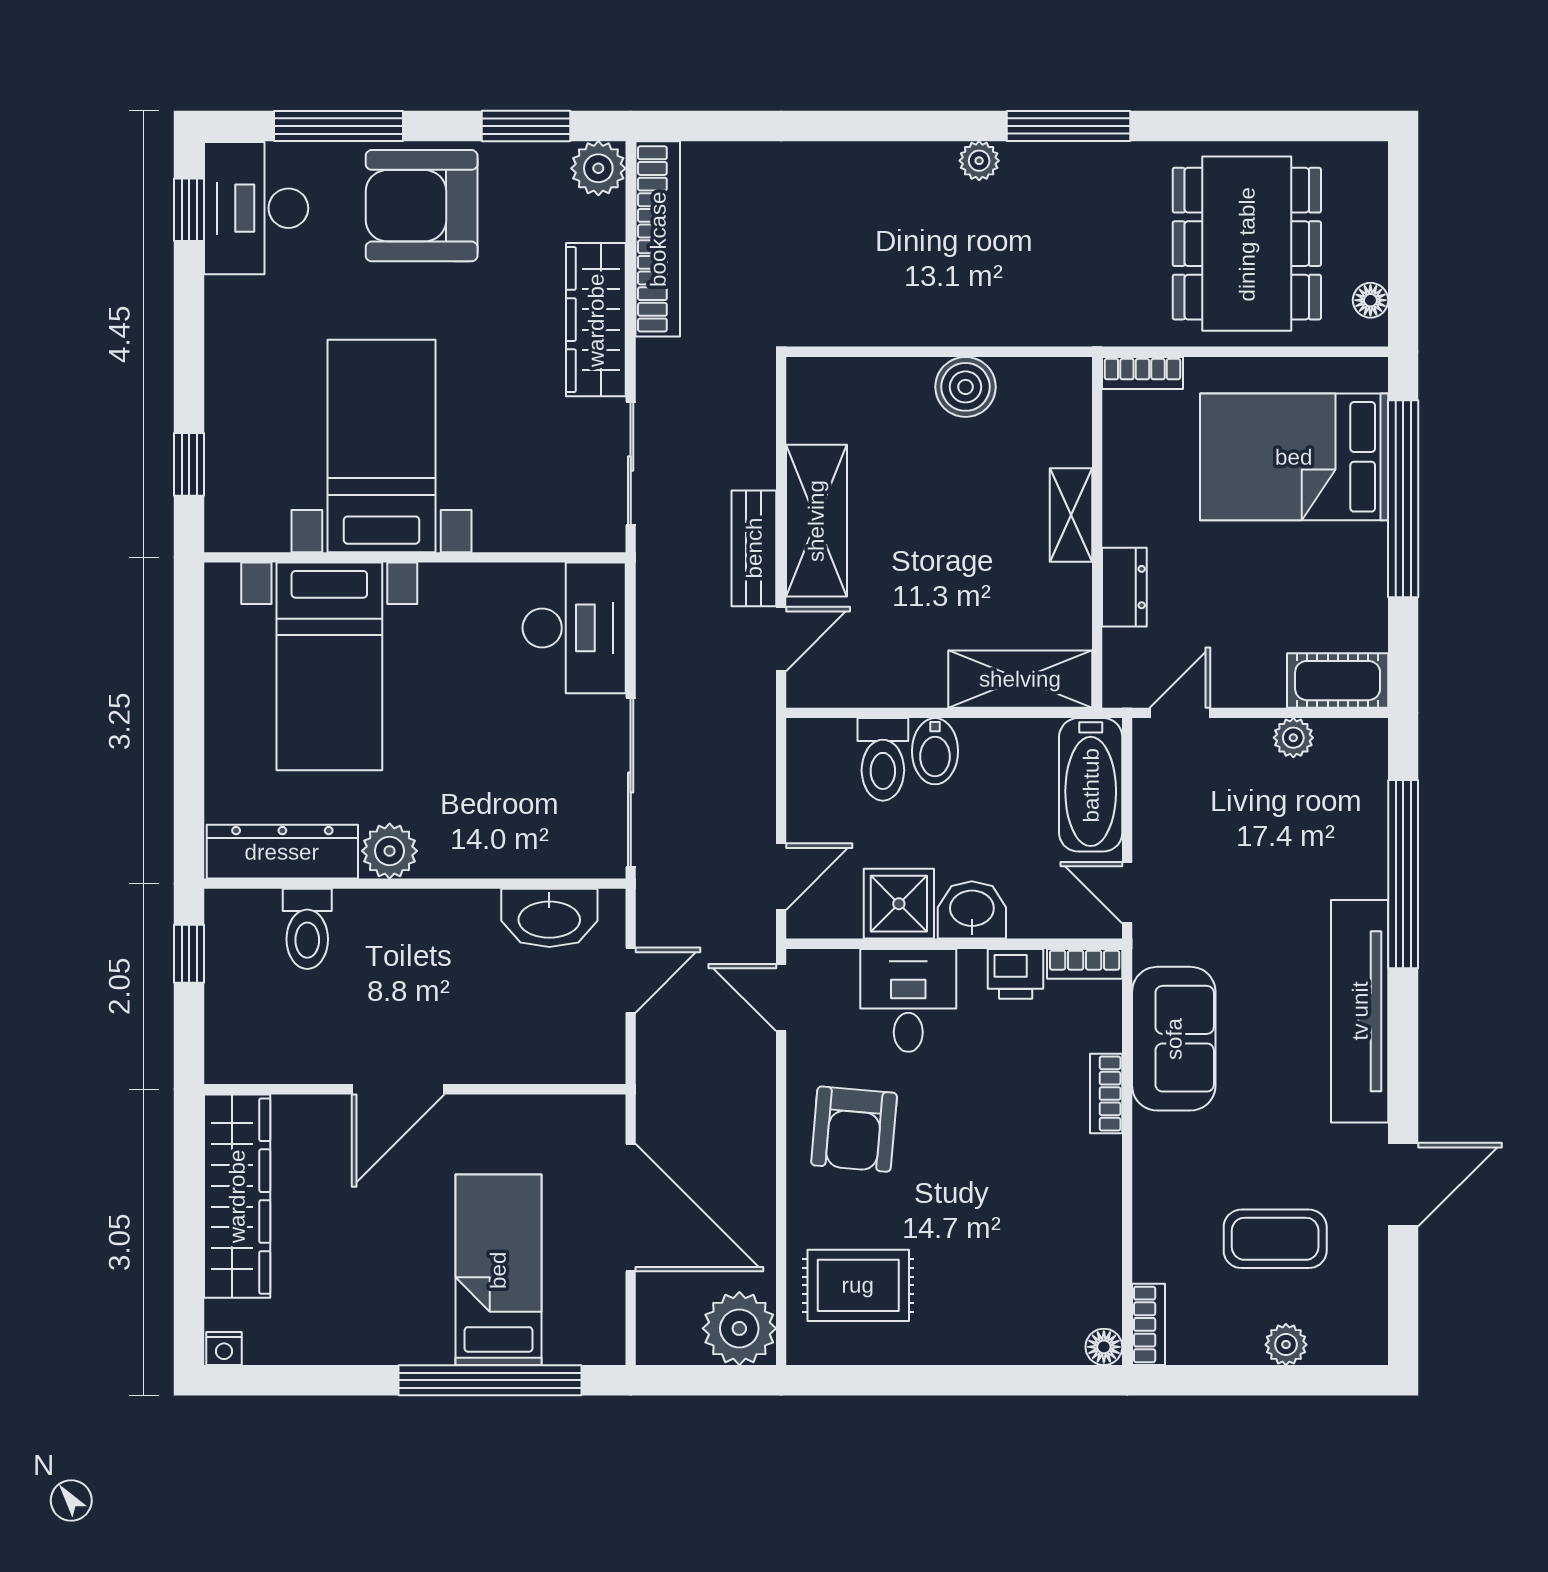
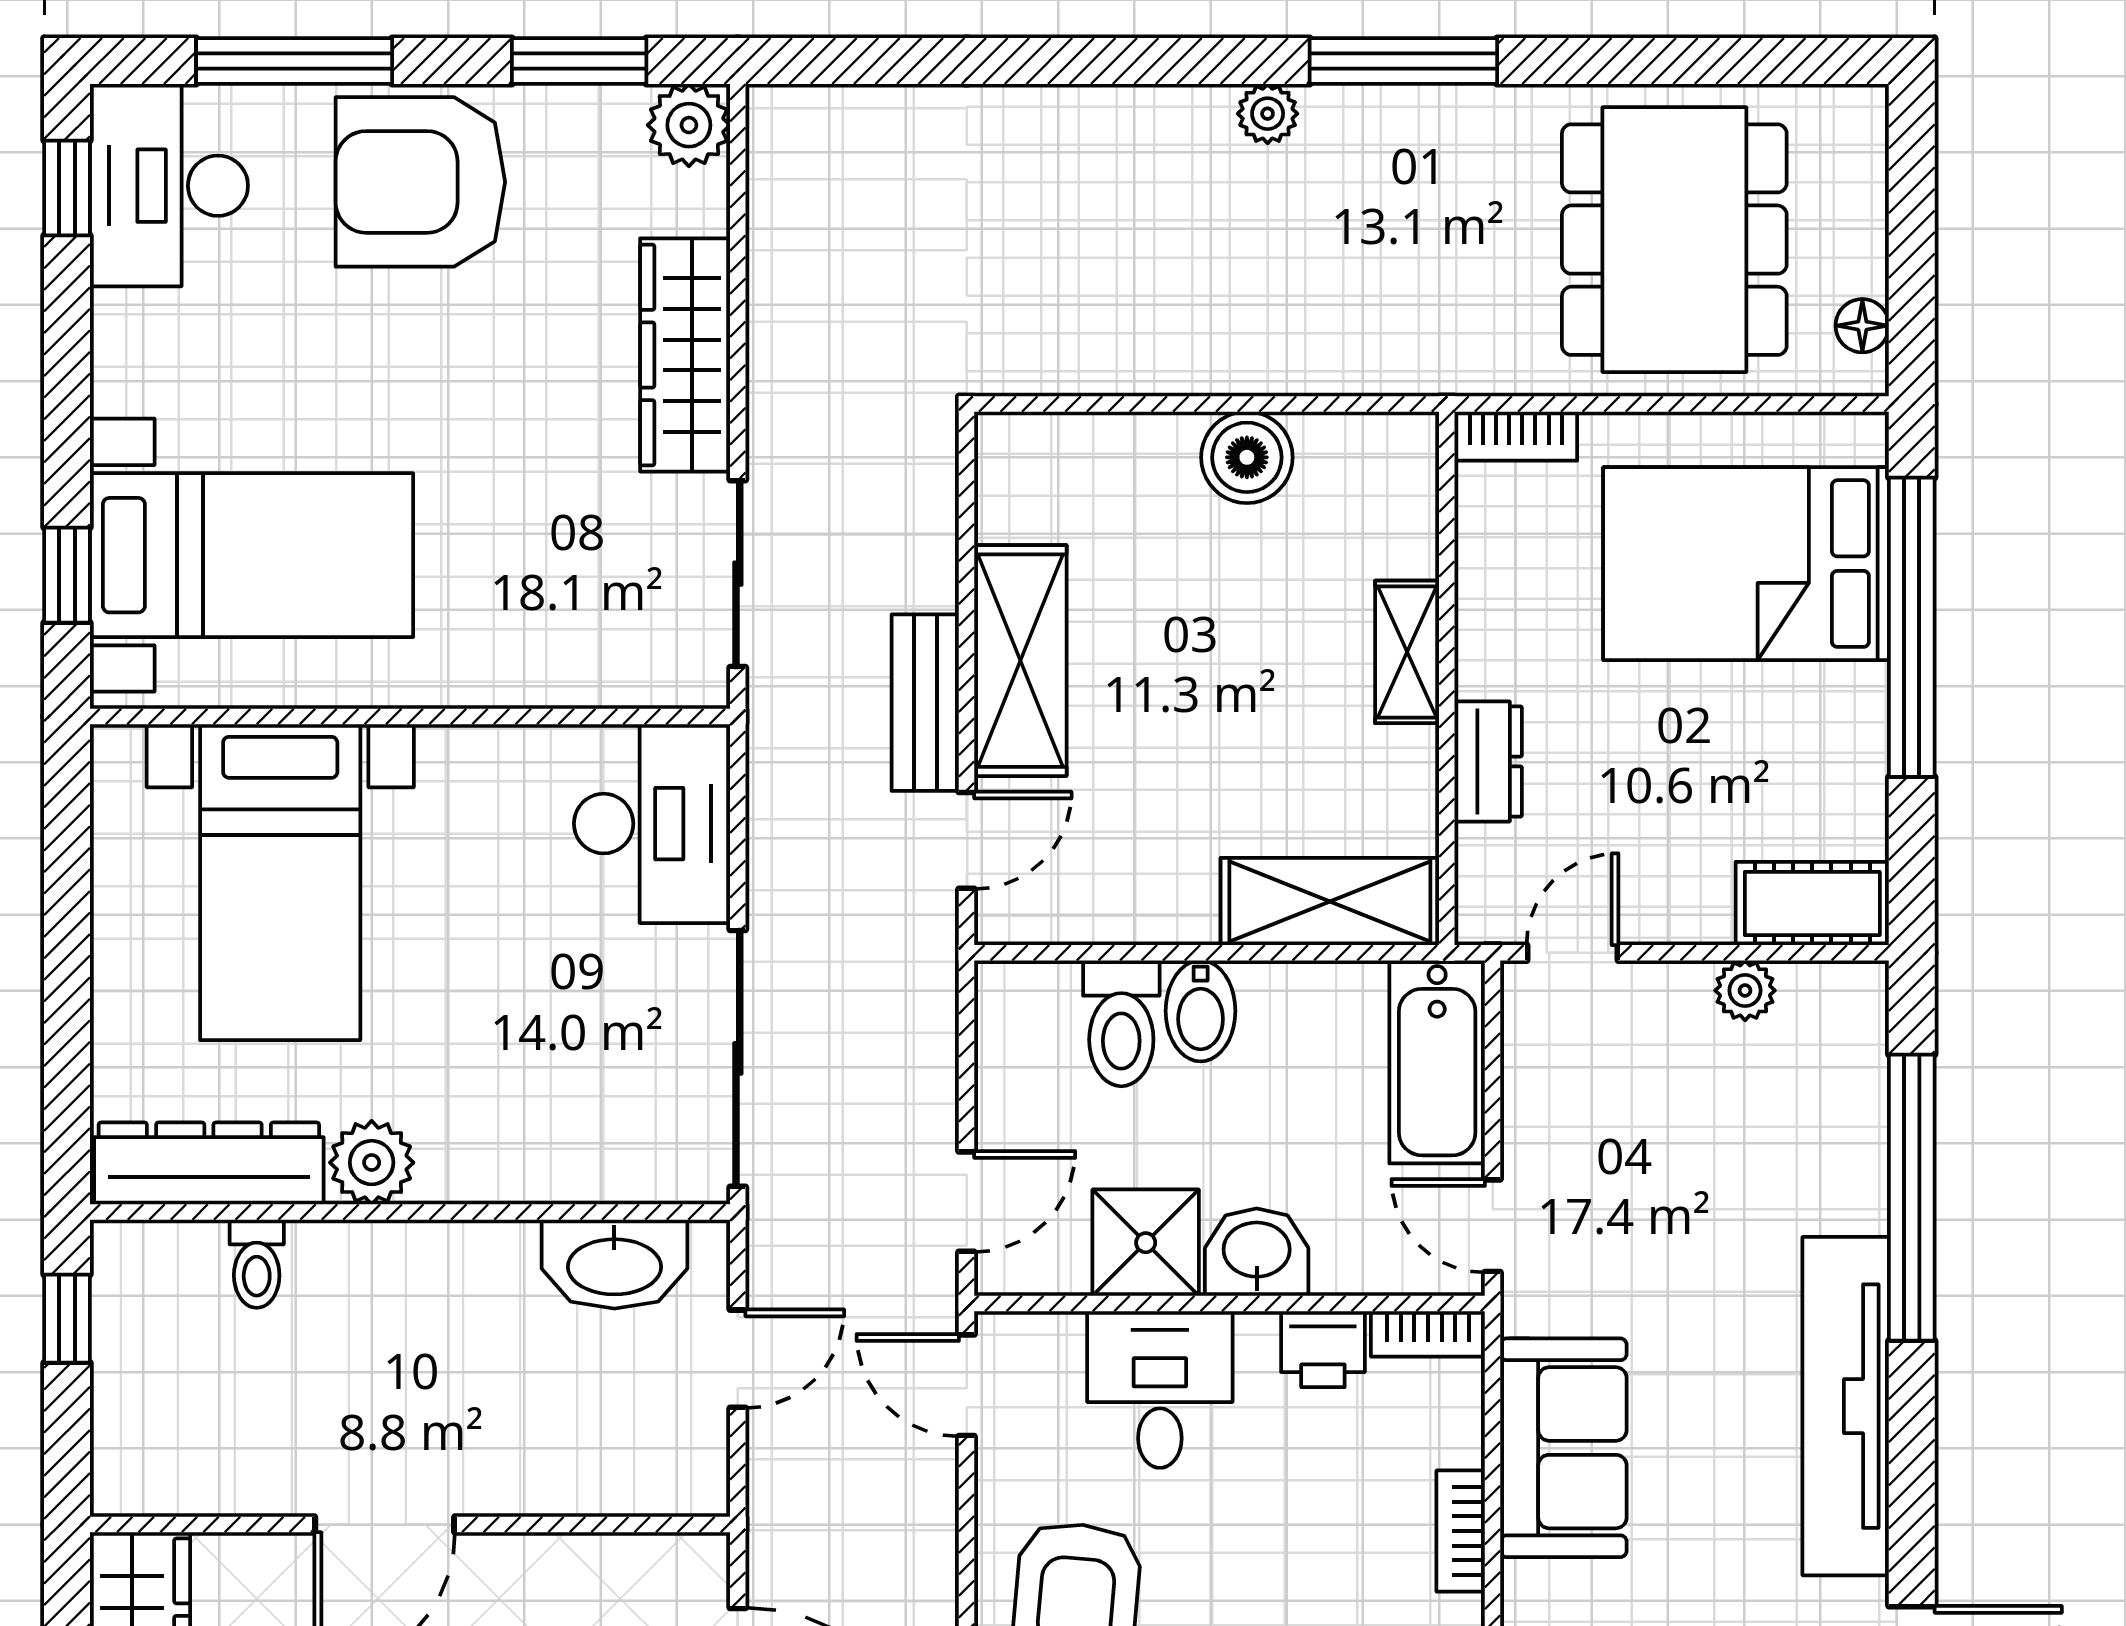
bookcase: (658, 239) -> (779, 232), removed
bed with nightstands: (382, 446) -> (252, 555), moved, turned 90
toilet: (307, 929) -> (257, 1264), width x0.73, depth x0.72

